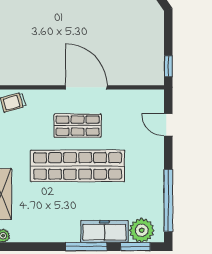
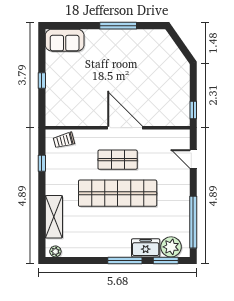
freezer: (104, 231) -> (146, 248), width x0.71

